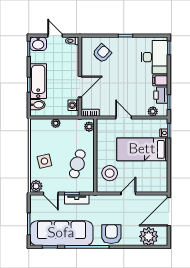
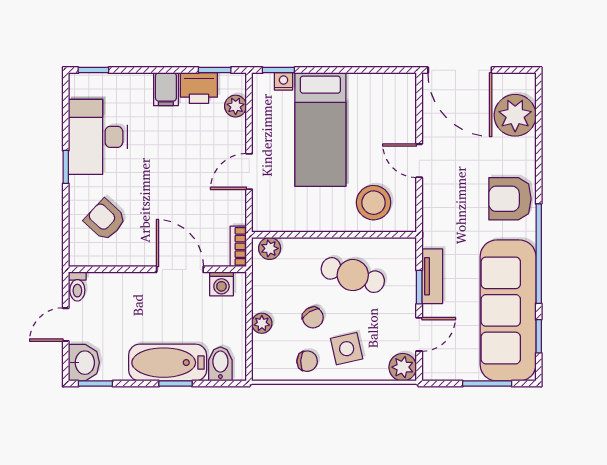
desk: (154, 57) -> (98, 137), moved, turned -90
chair: (39, 143) -> (307, 361), added
chair: (58, 146) -> (313, 317), added

